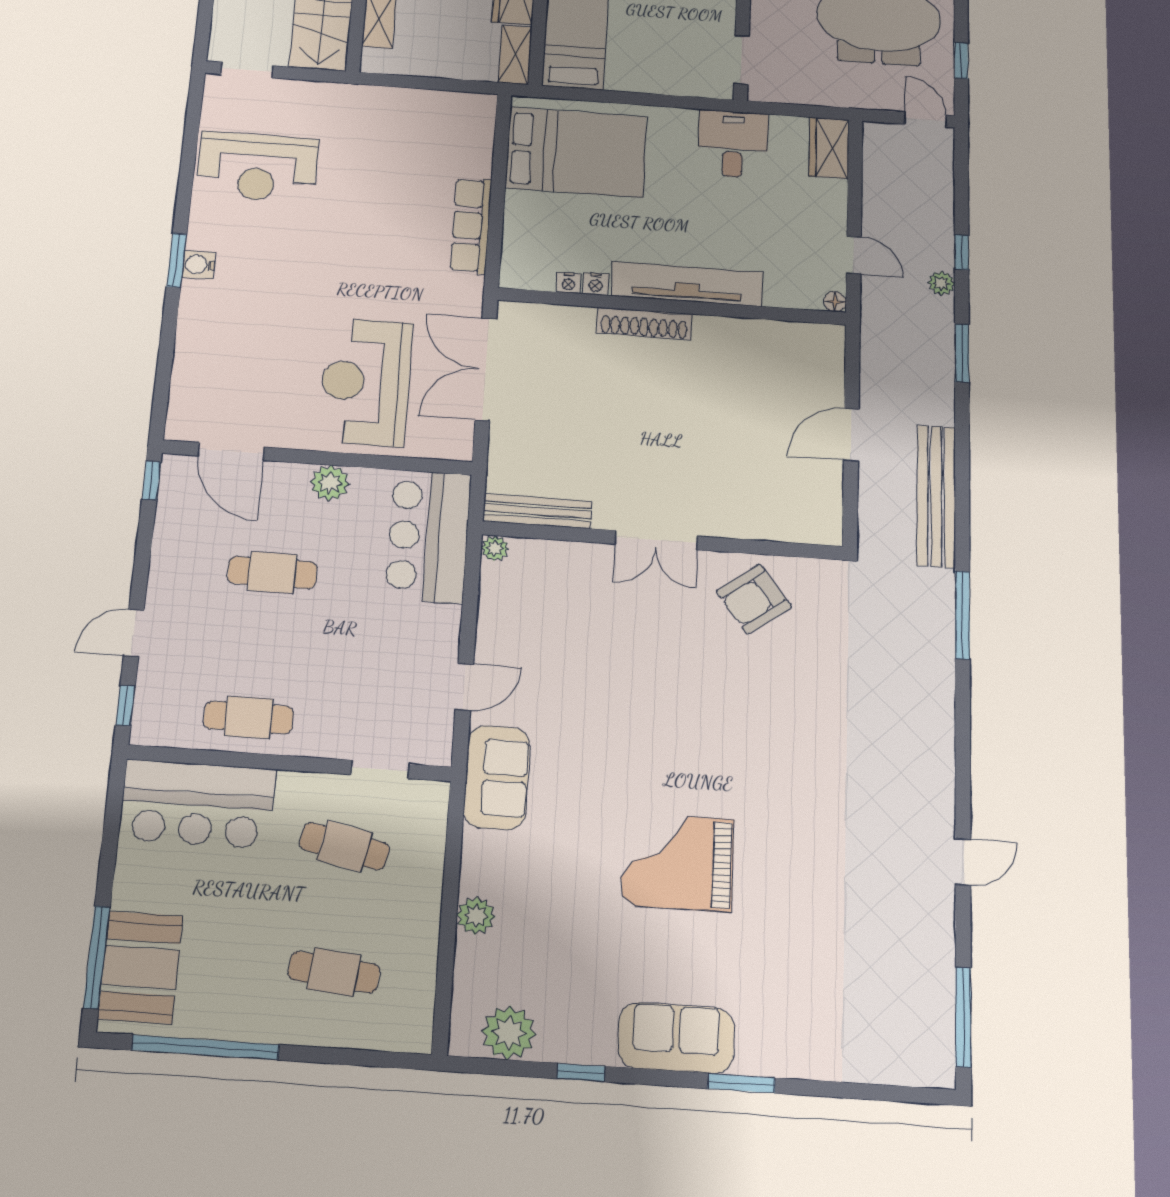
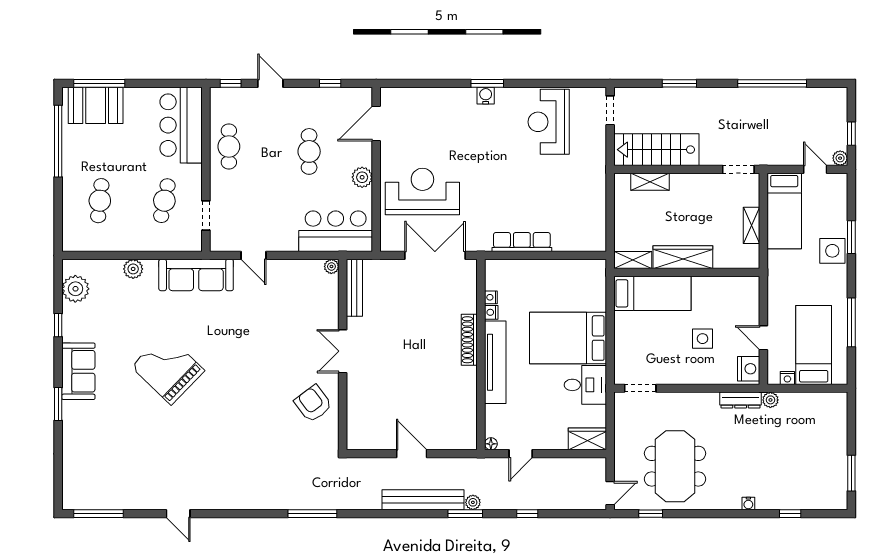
bed: (576, 152) -> (568, 338), moved, turned 90
plant: (941, 283) -> (473, 502), moved
window: (151, 481) -> (330, 83), moved
bench: (936, 496) -> (423, 500), moved
sofa: (497, 777) -> (196, 275), width x1.36
grand piano: (677, 862) -> (168, 369), turned -46

